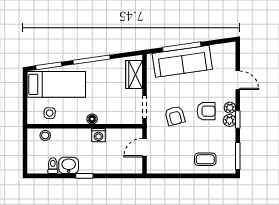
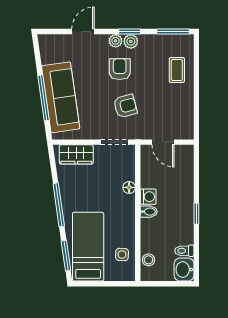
floor lamp: (92, 119) -> (129, 187), moved
bidet: (86, 136) -> (149, 212), added
washbasin: (69, 165) -> (184, 270), moved

